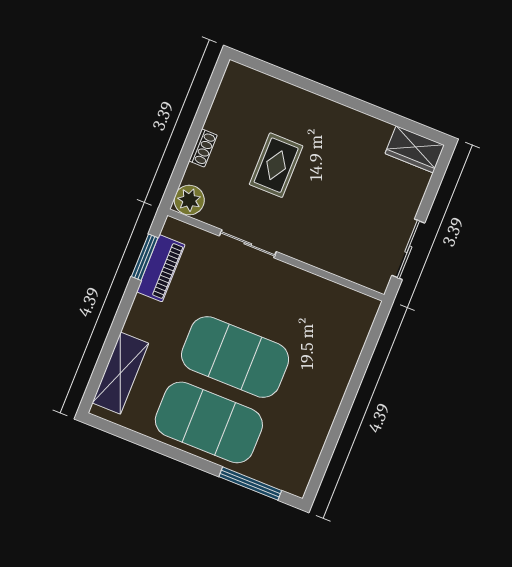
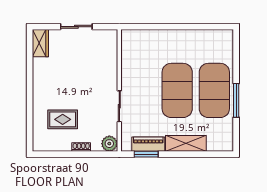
rug: (276, 165) -> (63, 119), moved
sliding door: (408, 249) -> (76, 27), moved
shelving: (120, 373) -> (186, 143), moved
window: (250, 484) -> (236, 100), moved

